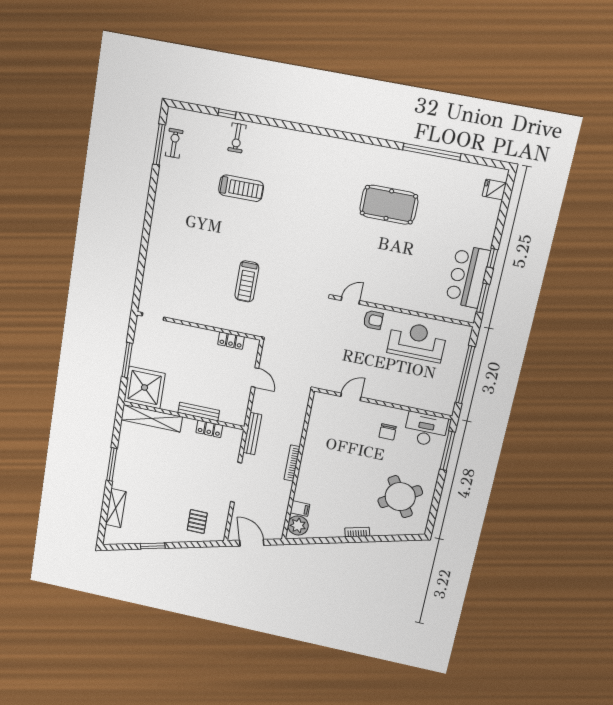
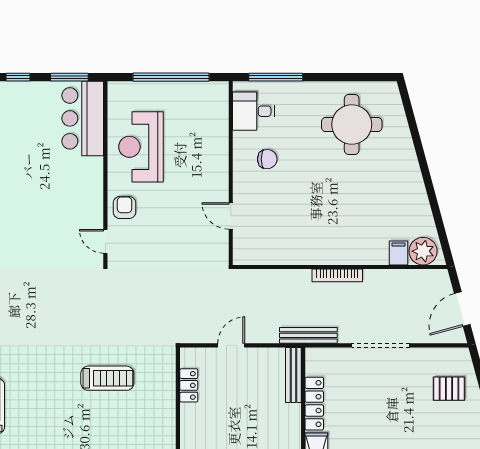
bar counter: (468, 277) -> (83, 118), moved, turned 90
bench: (199, 412) -> (293, 375), moved
locker: (209, 429) -> (314, 404), width x1.53
desk: (426, 429) -> (253, 111), width x0.73
round table: (400, 497) -> (352, 124), turned 32
bookcase: (357, 532) -> (414, 171), removed

